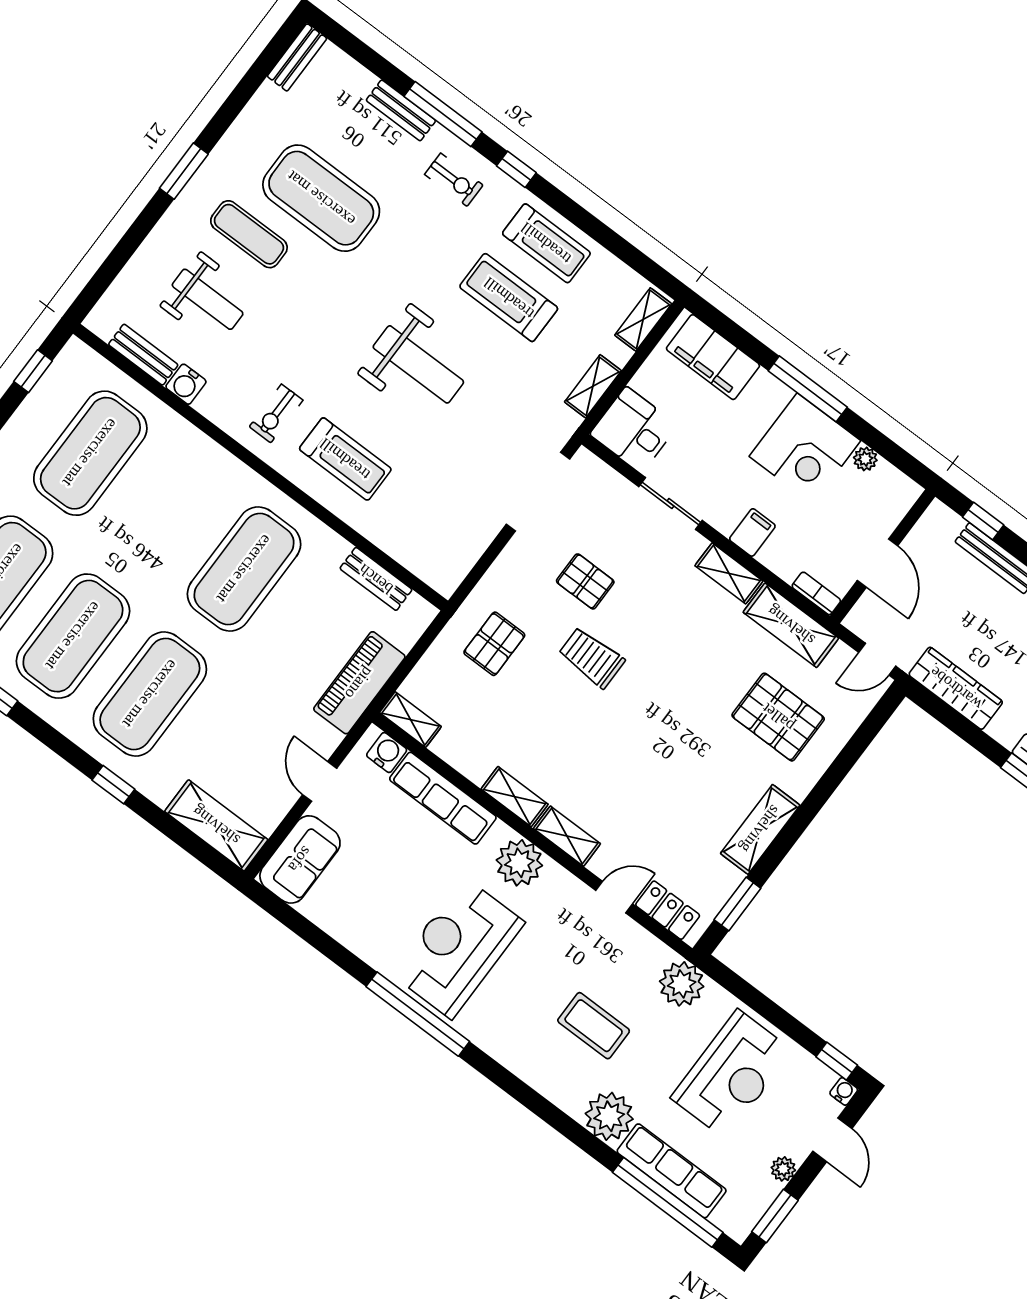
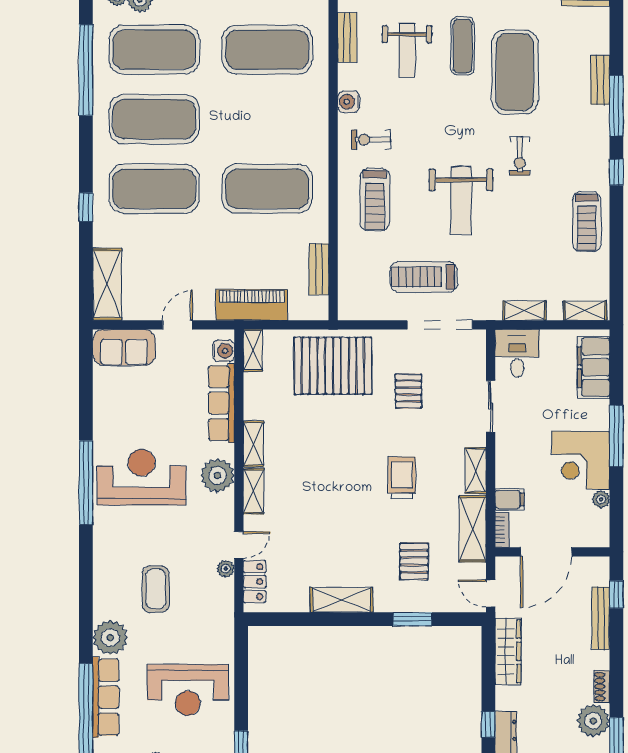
exercise bike: (454, 180) -> (520, 156), moved
treadmill: (509, 298) -> (424, 277), moved, turned -90
water cooler: (186, 384) -> (349, 102), moved
filing cabinet: (752, 532) -> (509, 499), moved
door: (877, 563) -> (546, 552), width x1.36
pallet: (494, 644) -> (333, 366), width x2.05, depth x2.00
trolley: (592, 658) -> (402, 478), moved
pallet: (778, 717) -> (414, 561), width x0.67, depth x0.71
door: (614, 897) -> (239, 545), hinge flipped
window: (737, 904) -> (413, 619), moved
plant: (682, 984) -> (226, 569), moved, width x0.53, depth x0.53

